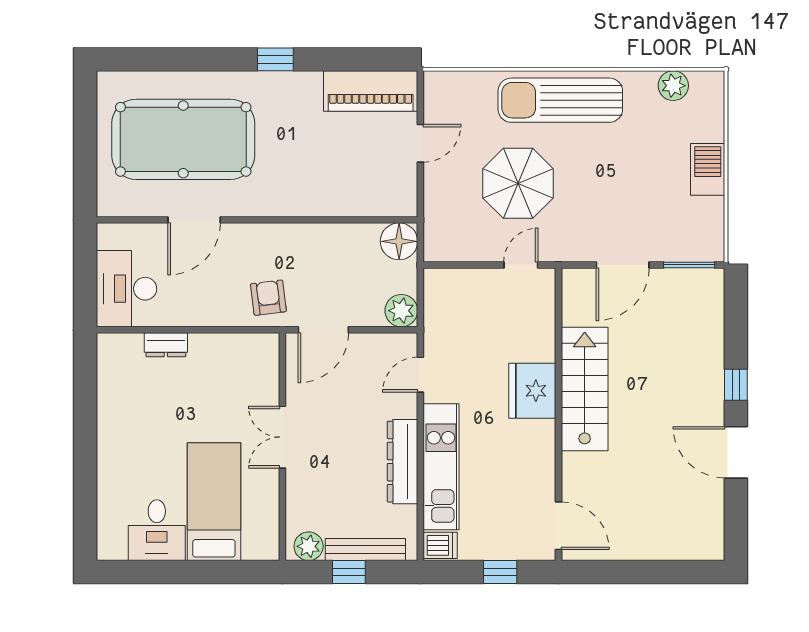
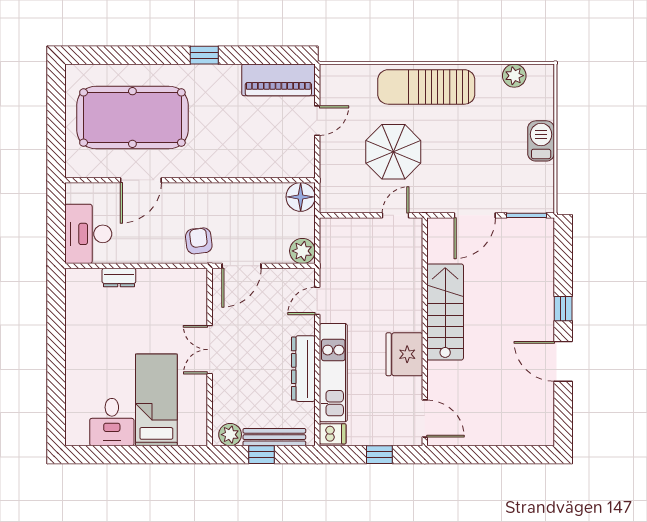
fridge: (532, 391) -> (404, 354), moved

